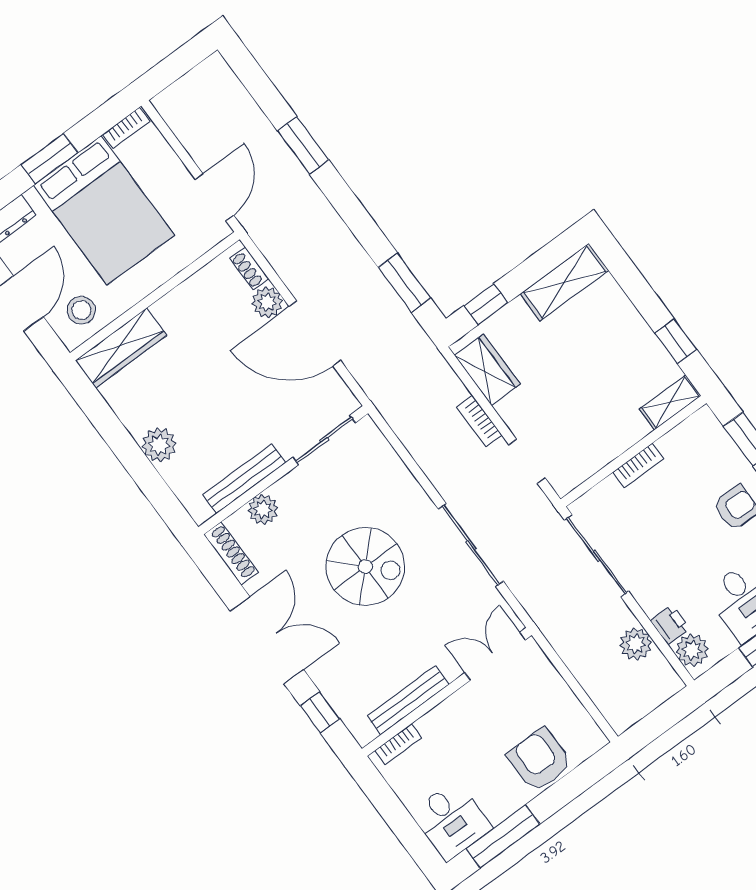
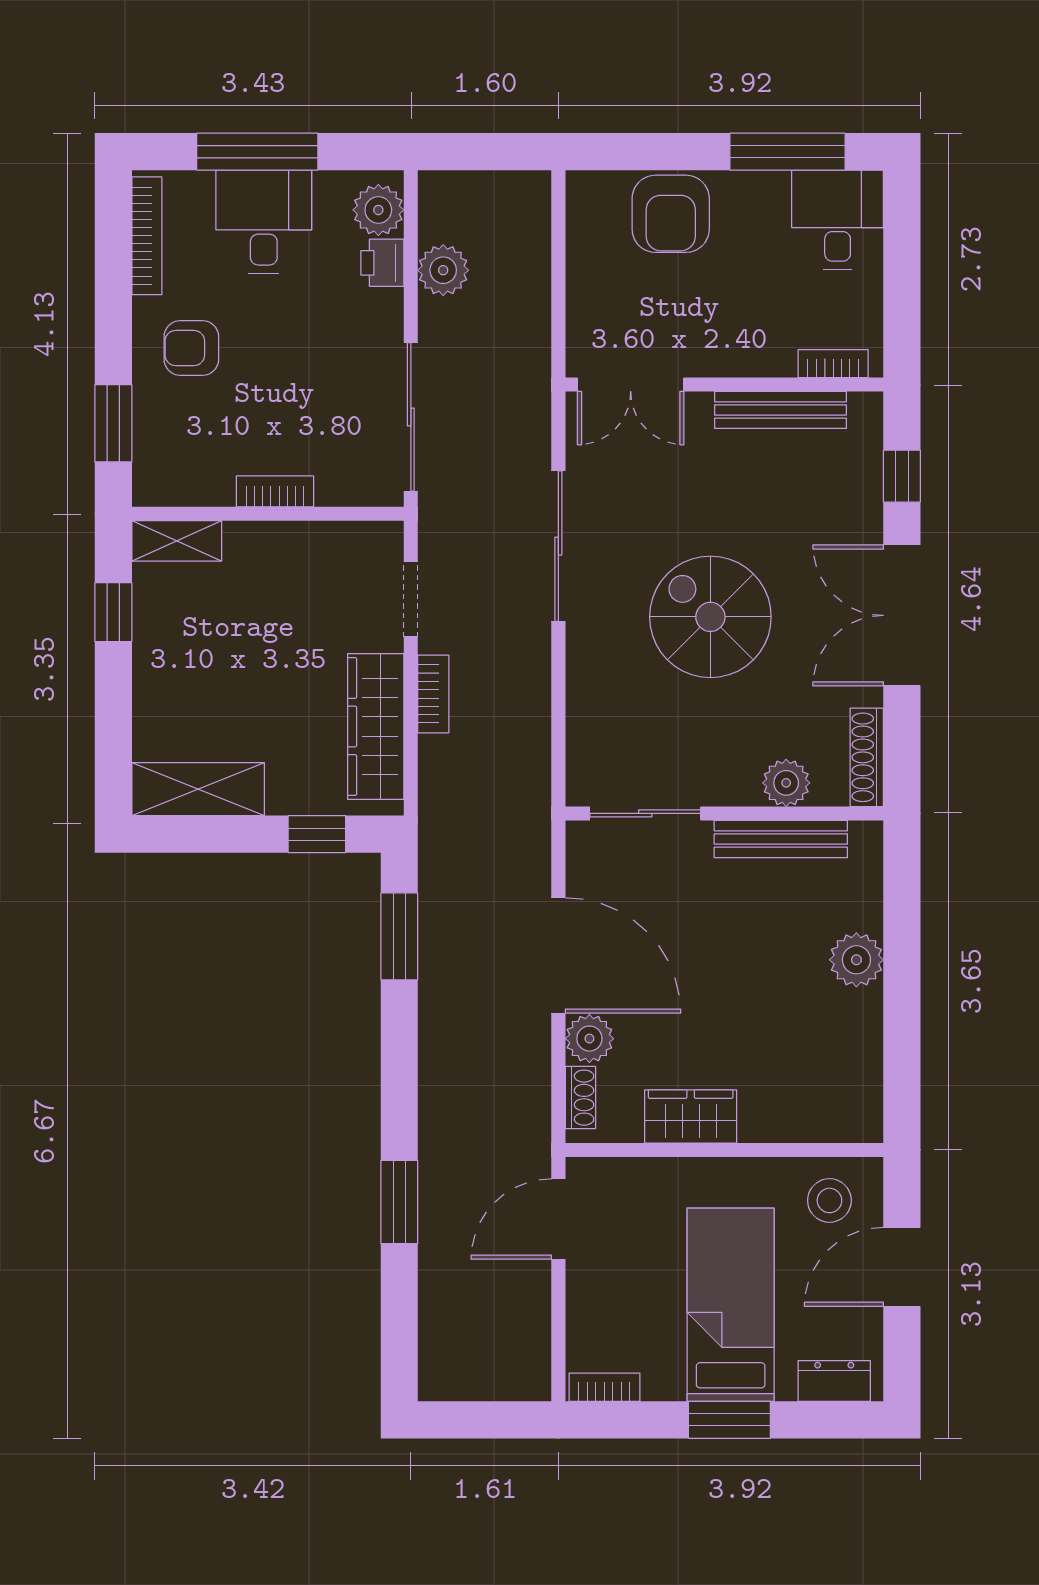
bed: (104, 210) -> (731, 1305), width x0.67
wardrobe: (121, 348) -> (691, 1116), moved, width x0.67
wardrobe: (487, 370) -> (376, 726), width x1.50

